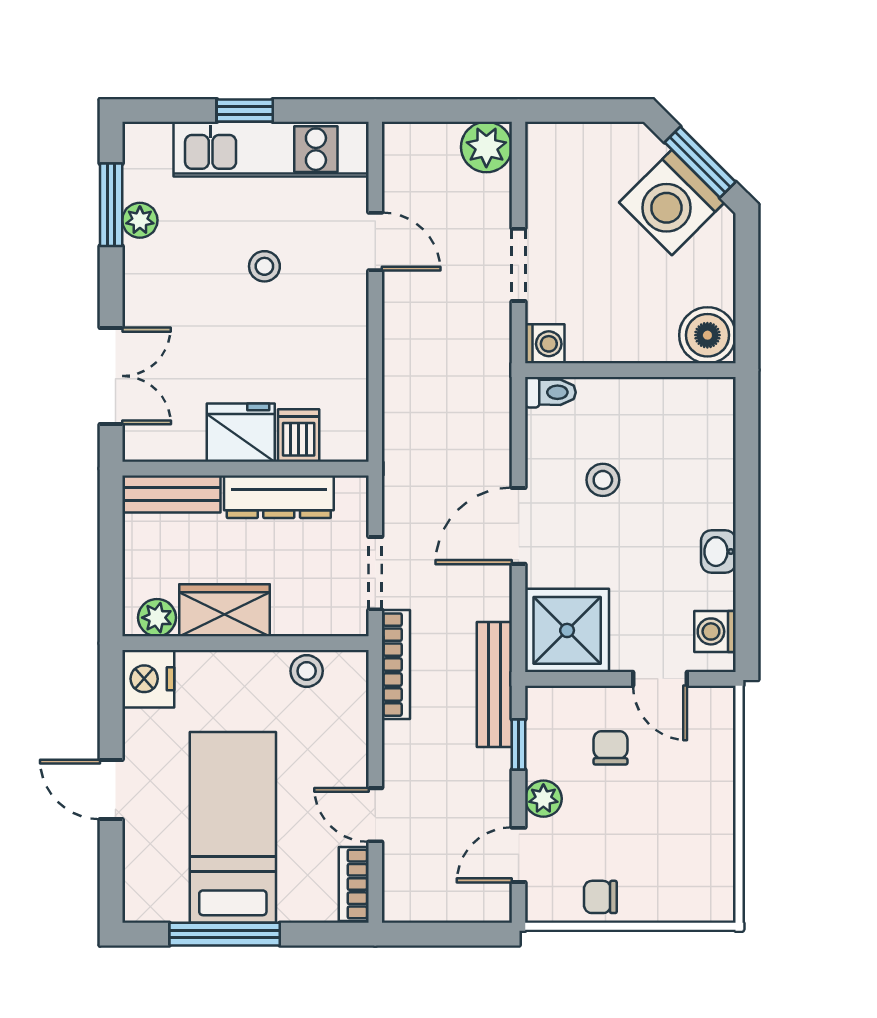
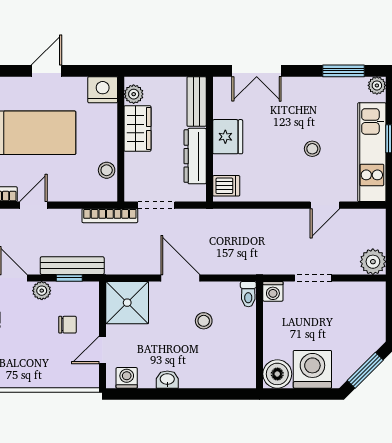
washing machine: (672, 202) -> (312, 369), moved, turned 45
plant: (140, 220) -> (377, 85), moved
dishwasher: (299, 436) -> (226, 186), moved
bench: (494, 684) -> (72, 266), moved

